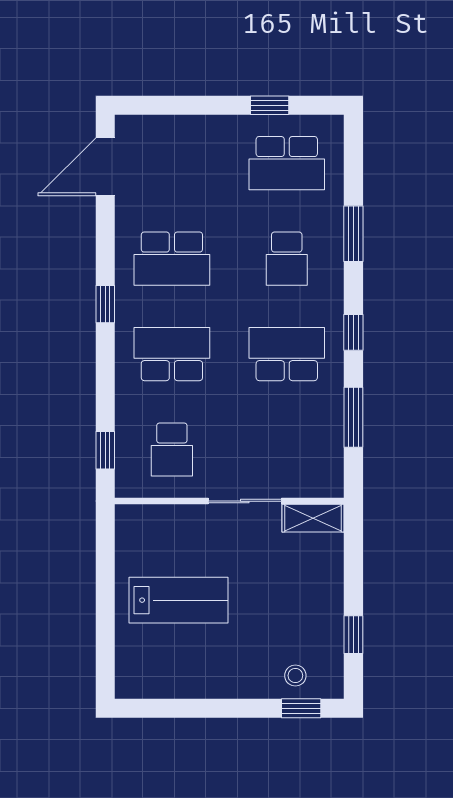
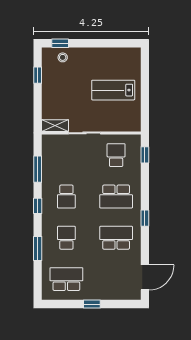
window: (270, 105) -> (92, 304), moved
school desk: (287, 354) -> (66, 196), width x0.54

